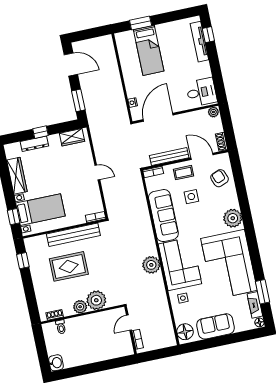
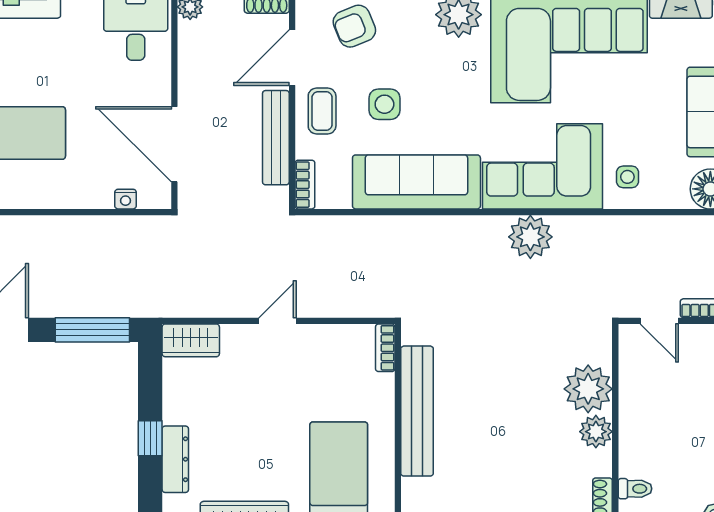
window: (78, 100) -> (92, 330), width x1.44
wardrobe: (72, 137) -> (191, 340), moved, turned 90
rug: (69, 266) -> (492, 438), removed

